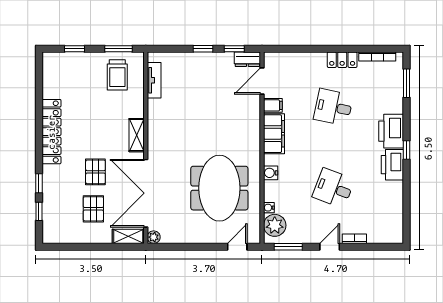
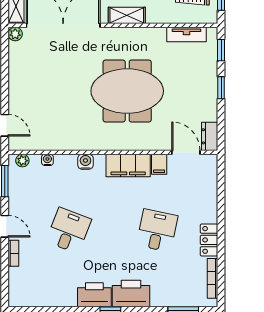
window: (234, 49) -> (221, 50), moved
meeting table: (219, 188) -> (127, 91), moved
plant: (275, 225) -> (22, 161), width x0.53, depth x0.53

